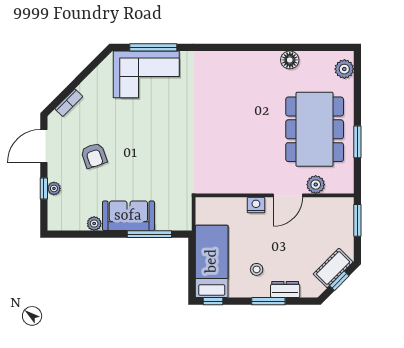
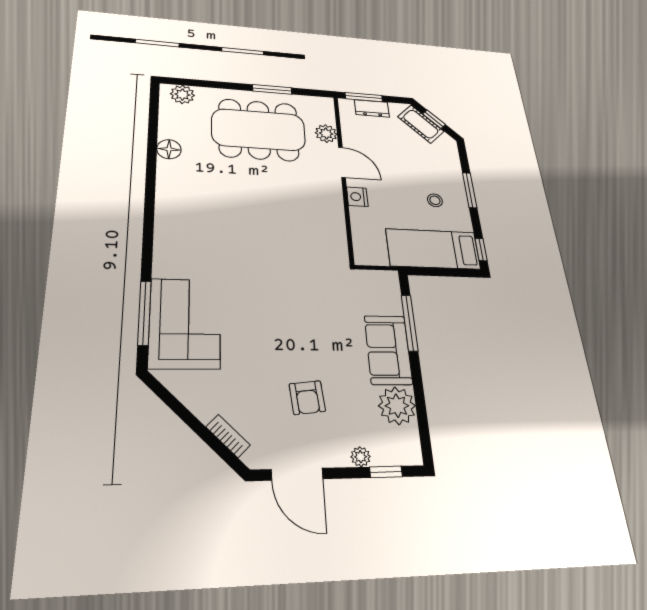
armchair: (94, 155) -> (307, 398), turned 103
window: (44, 189) -> (386, 472), moved
plant: (94, 224) -> (397, 406), width x1.88, depth x1.88
dresser: (285, 289) -> (372, 108), moved, turned -90

